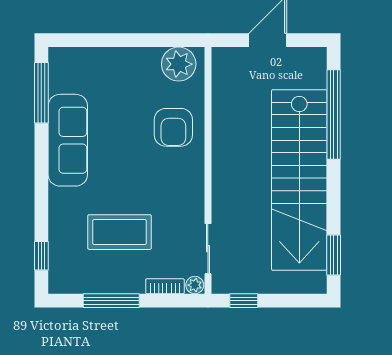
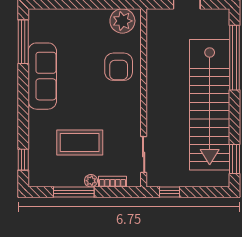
plant: (195, 285) -> (91, 181), moved

